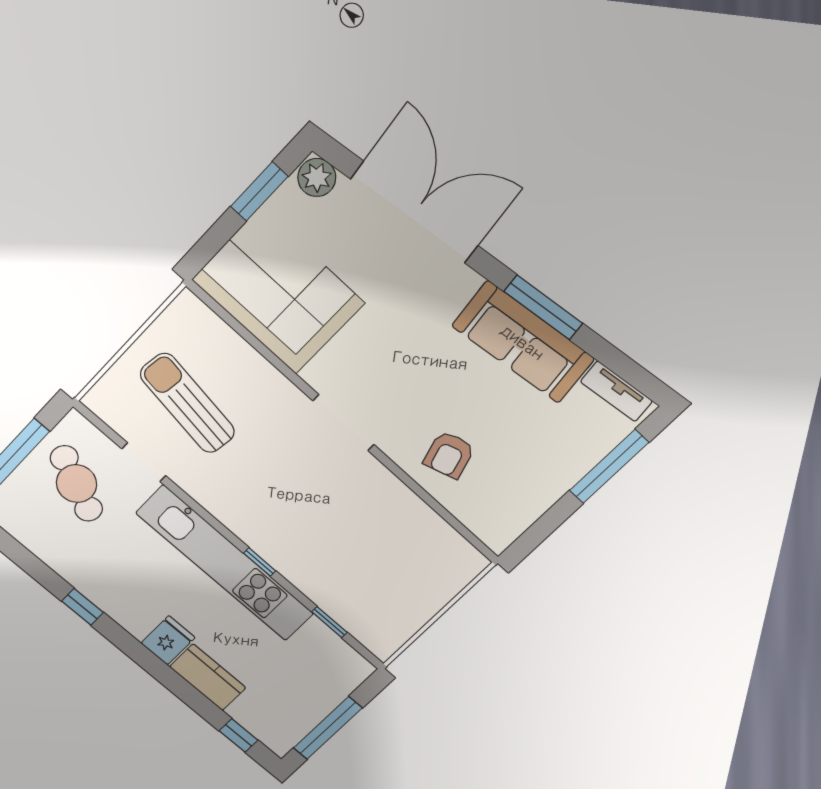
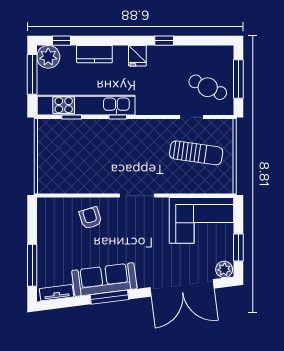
kitchen unit: (225, 564) -> (86, 105), moved
fridge: (168, 640) -> (137, 56), moved
plant: (280, 731) -> (48, 57), added

